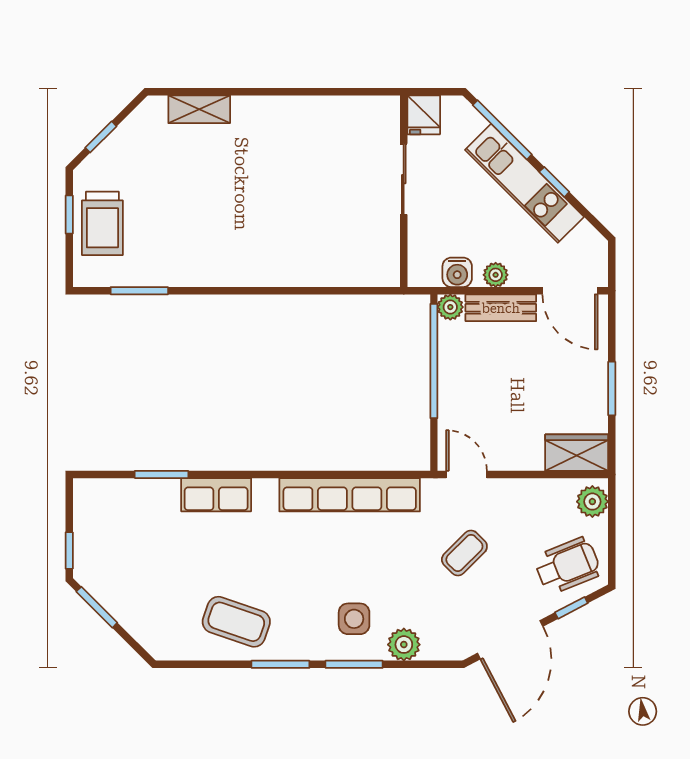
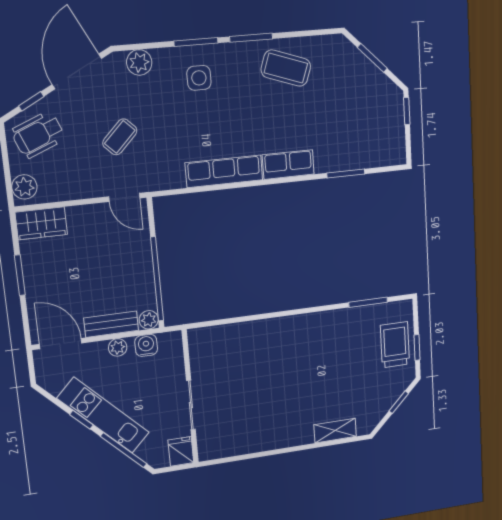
row of seats: (216, 495) -> (288, 165), moved
row of seats: (350, 495) -> (224, 171), width x0.73
window: (97, 607) -> (372, 58), moved
plant: (404, 645) -> (139, 62), moved

